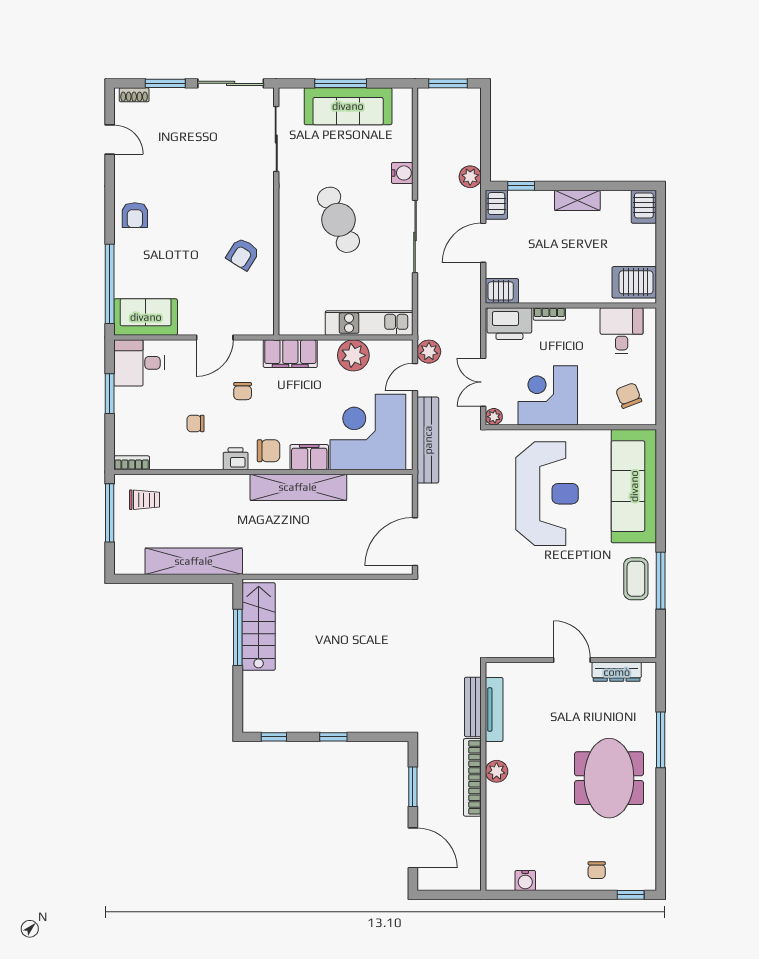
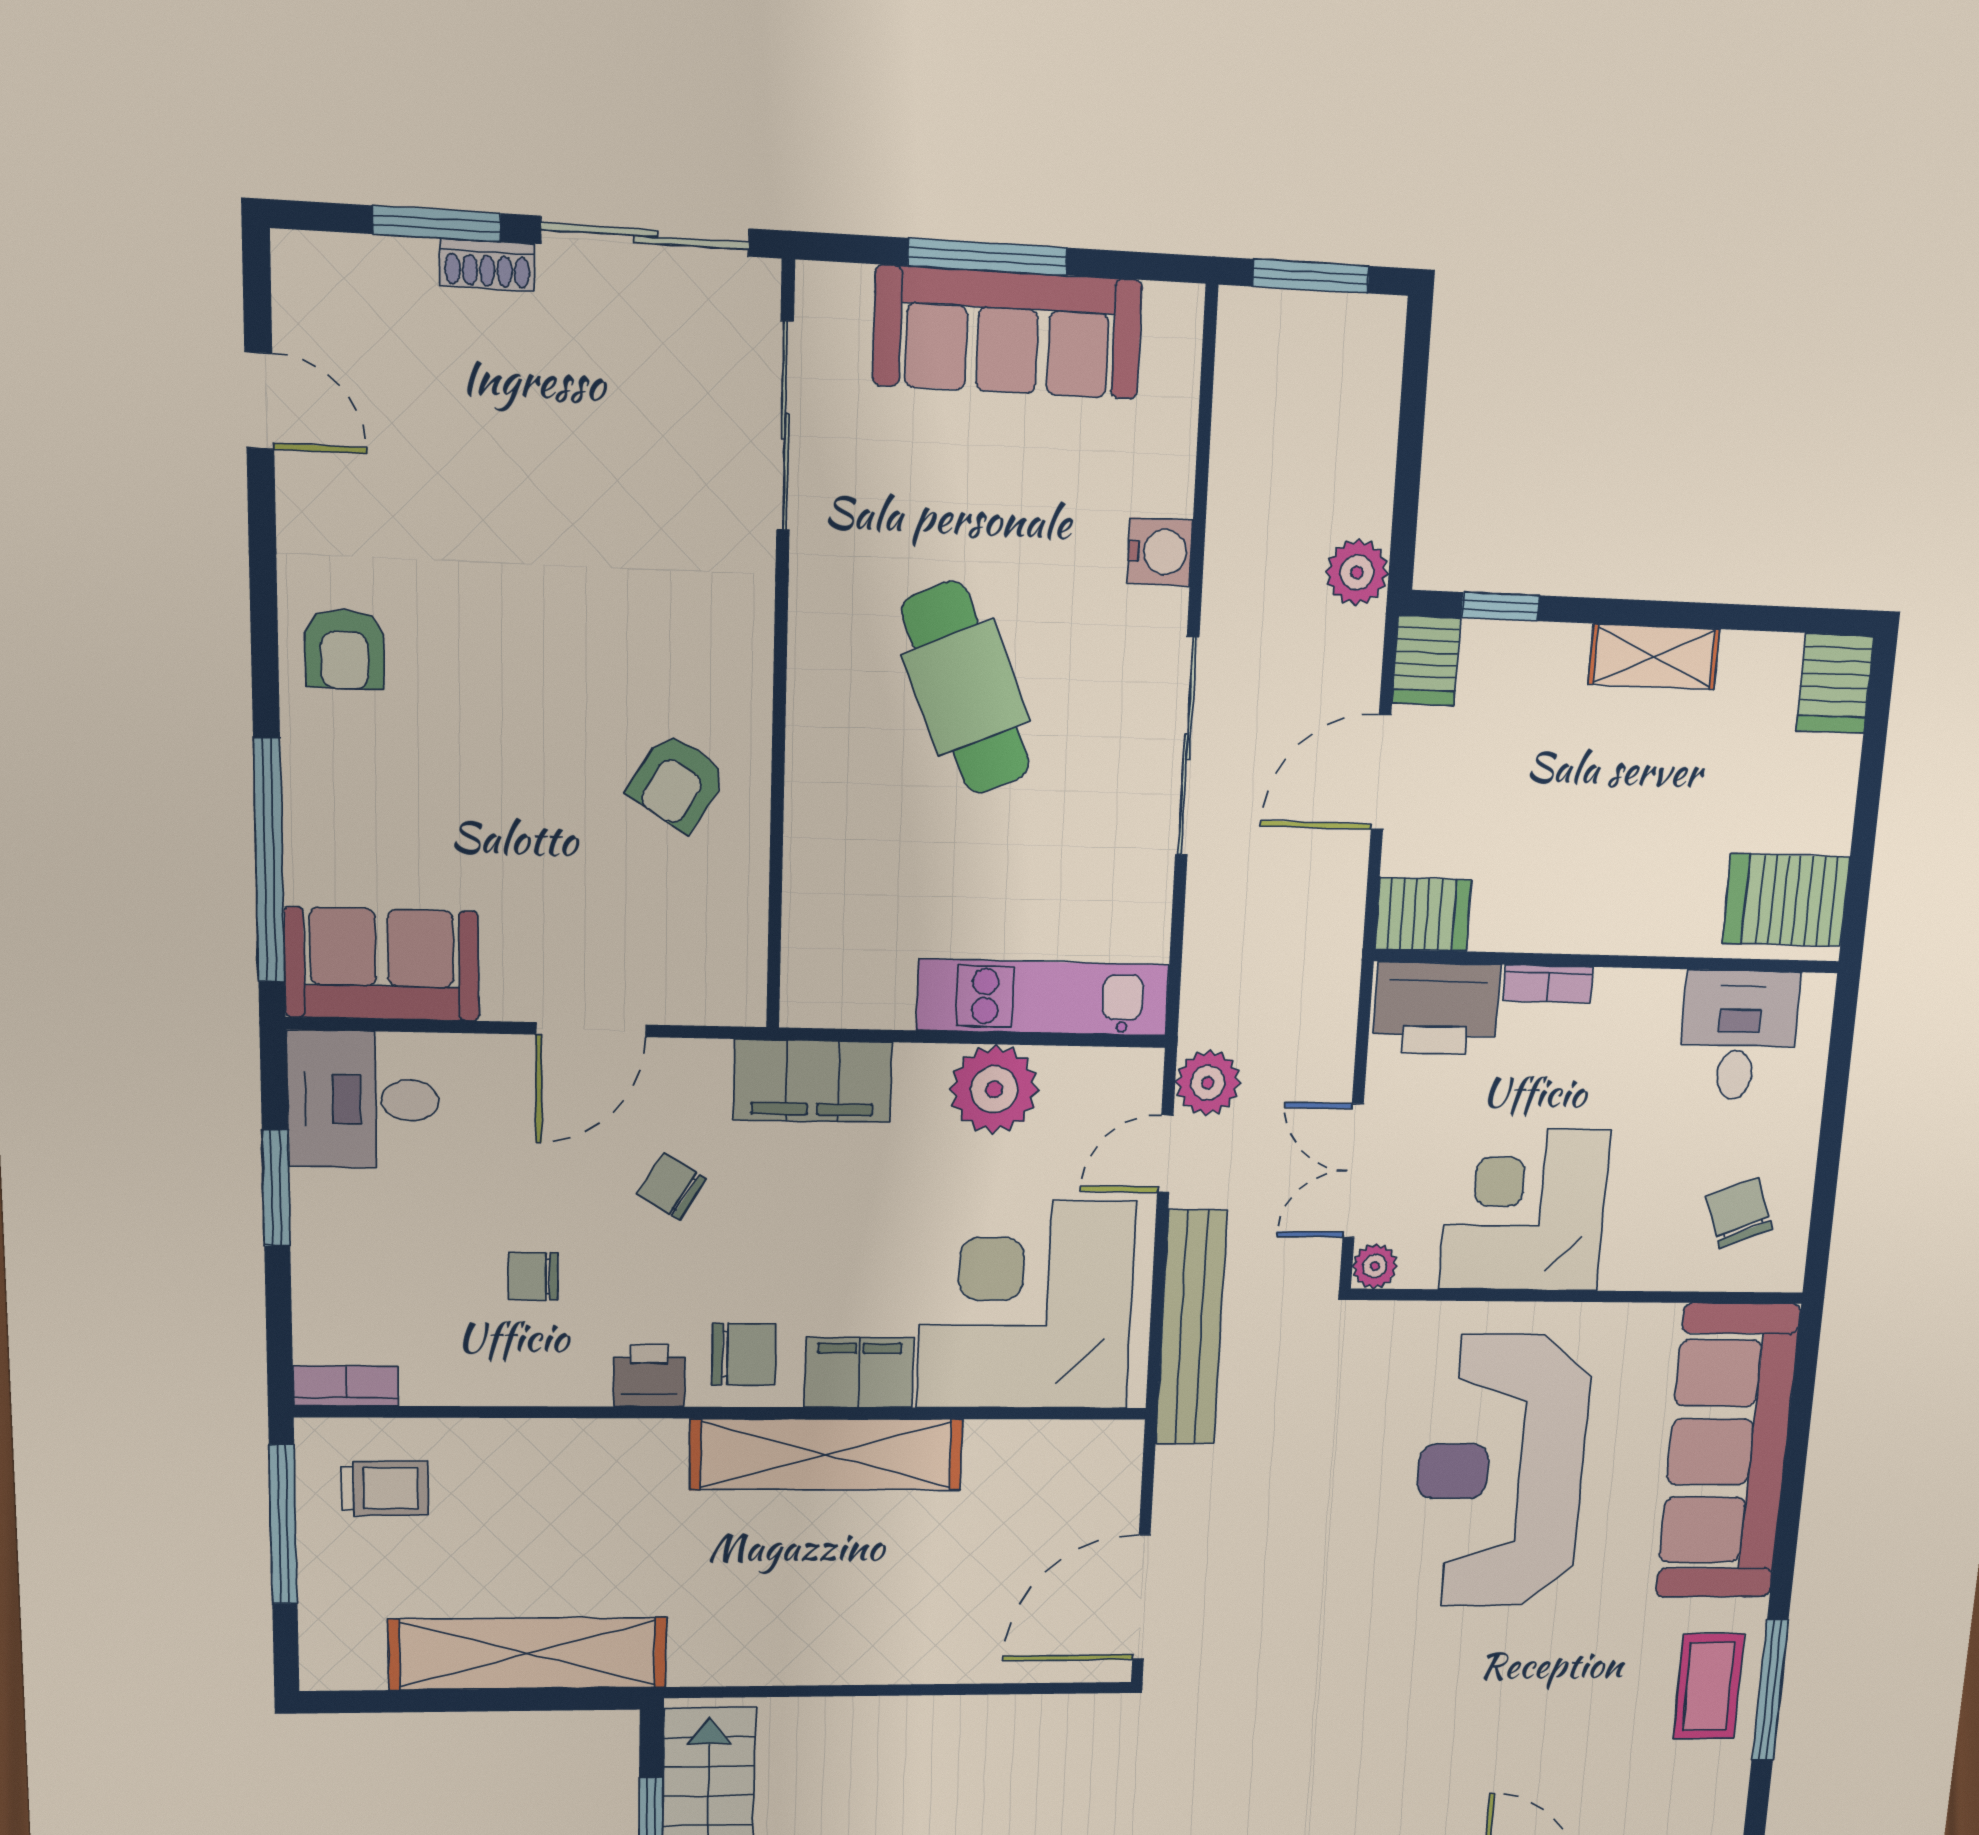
shoe rack: (134, 95) -> (487, 265), moved
chair: (243, 391) -> (672, 1186), turned 122
reception desk: (547, 494) -> (1501, 1471), turned 180

